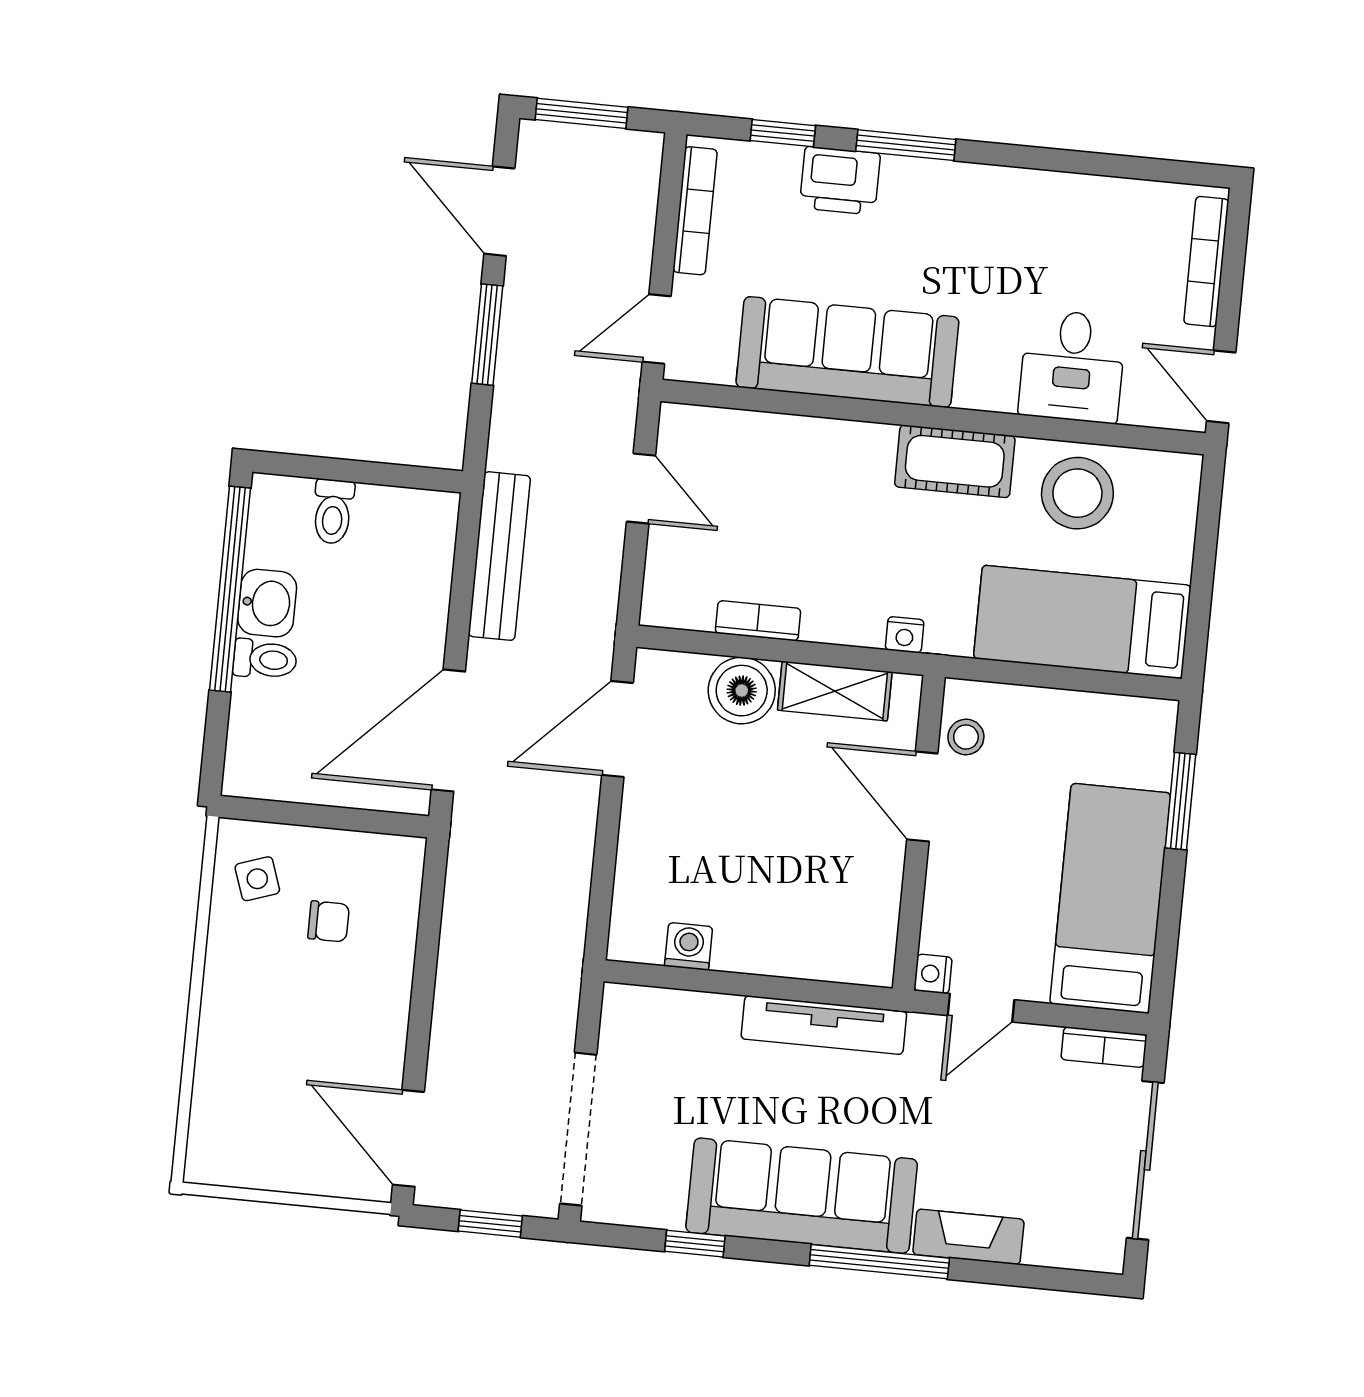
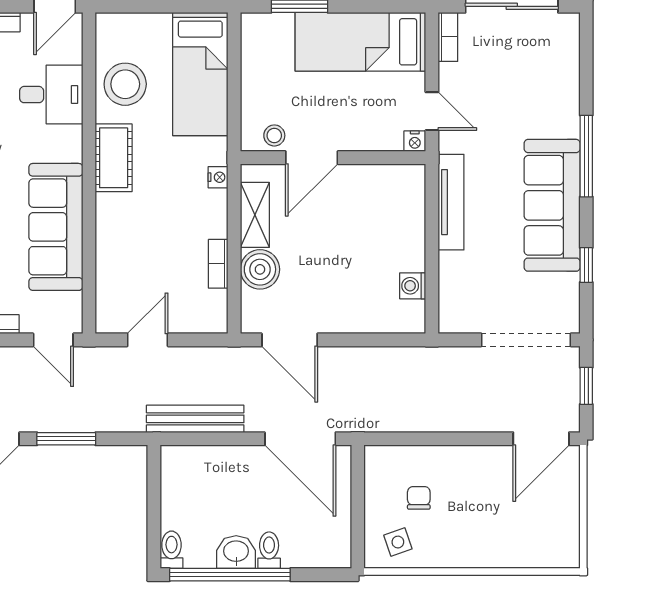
toilet: (333, 512) -> (171, 550), moved, turned -90
fireplace: (968, 1237) -> (567, 105), removed

